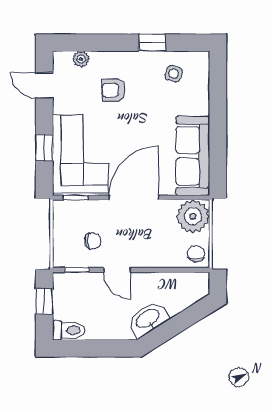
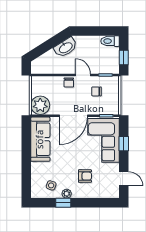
plant: (81, 59) -> (67, 194), moved
chair: (196, 254) -> (69, 82), moved

